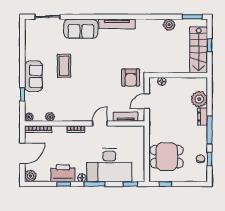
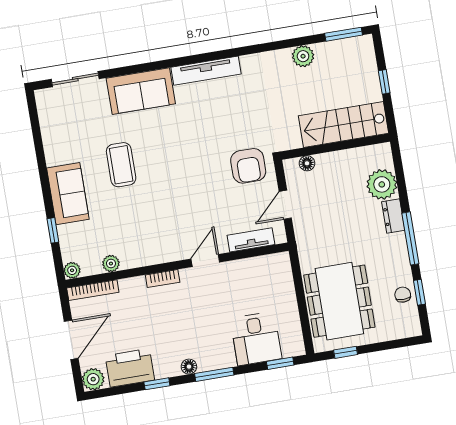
stairs: (199, 50) -> (343, 125), moved, turned 90
dining table: (167, 157) -> (339, 301), width x1.38
desk: (109, 165) -> (256, 339), width x0.53, depth x0.77
printer: (63, 173) -> (130, 368), moved

